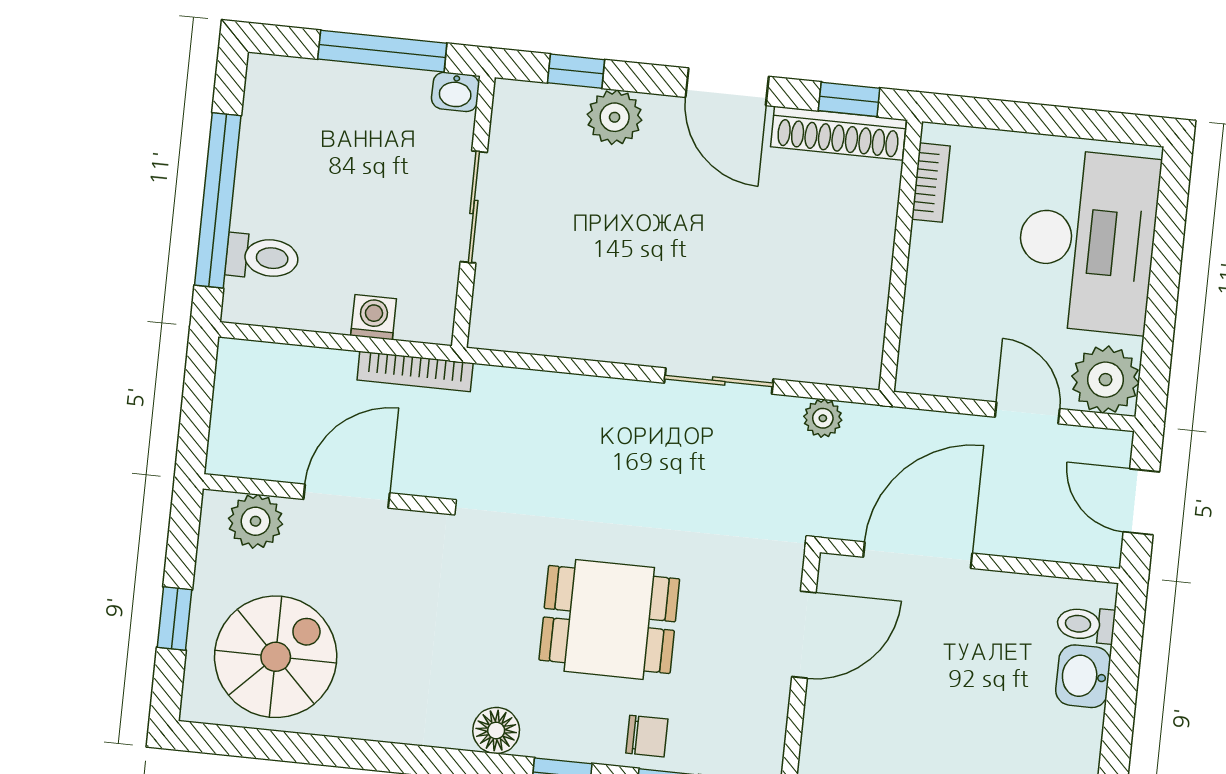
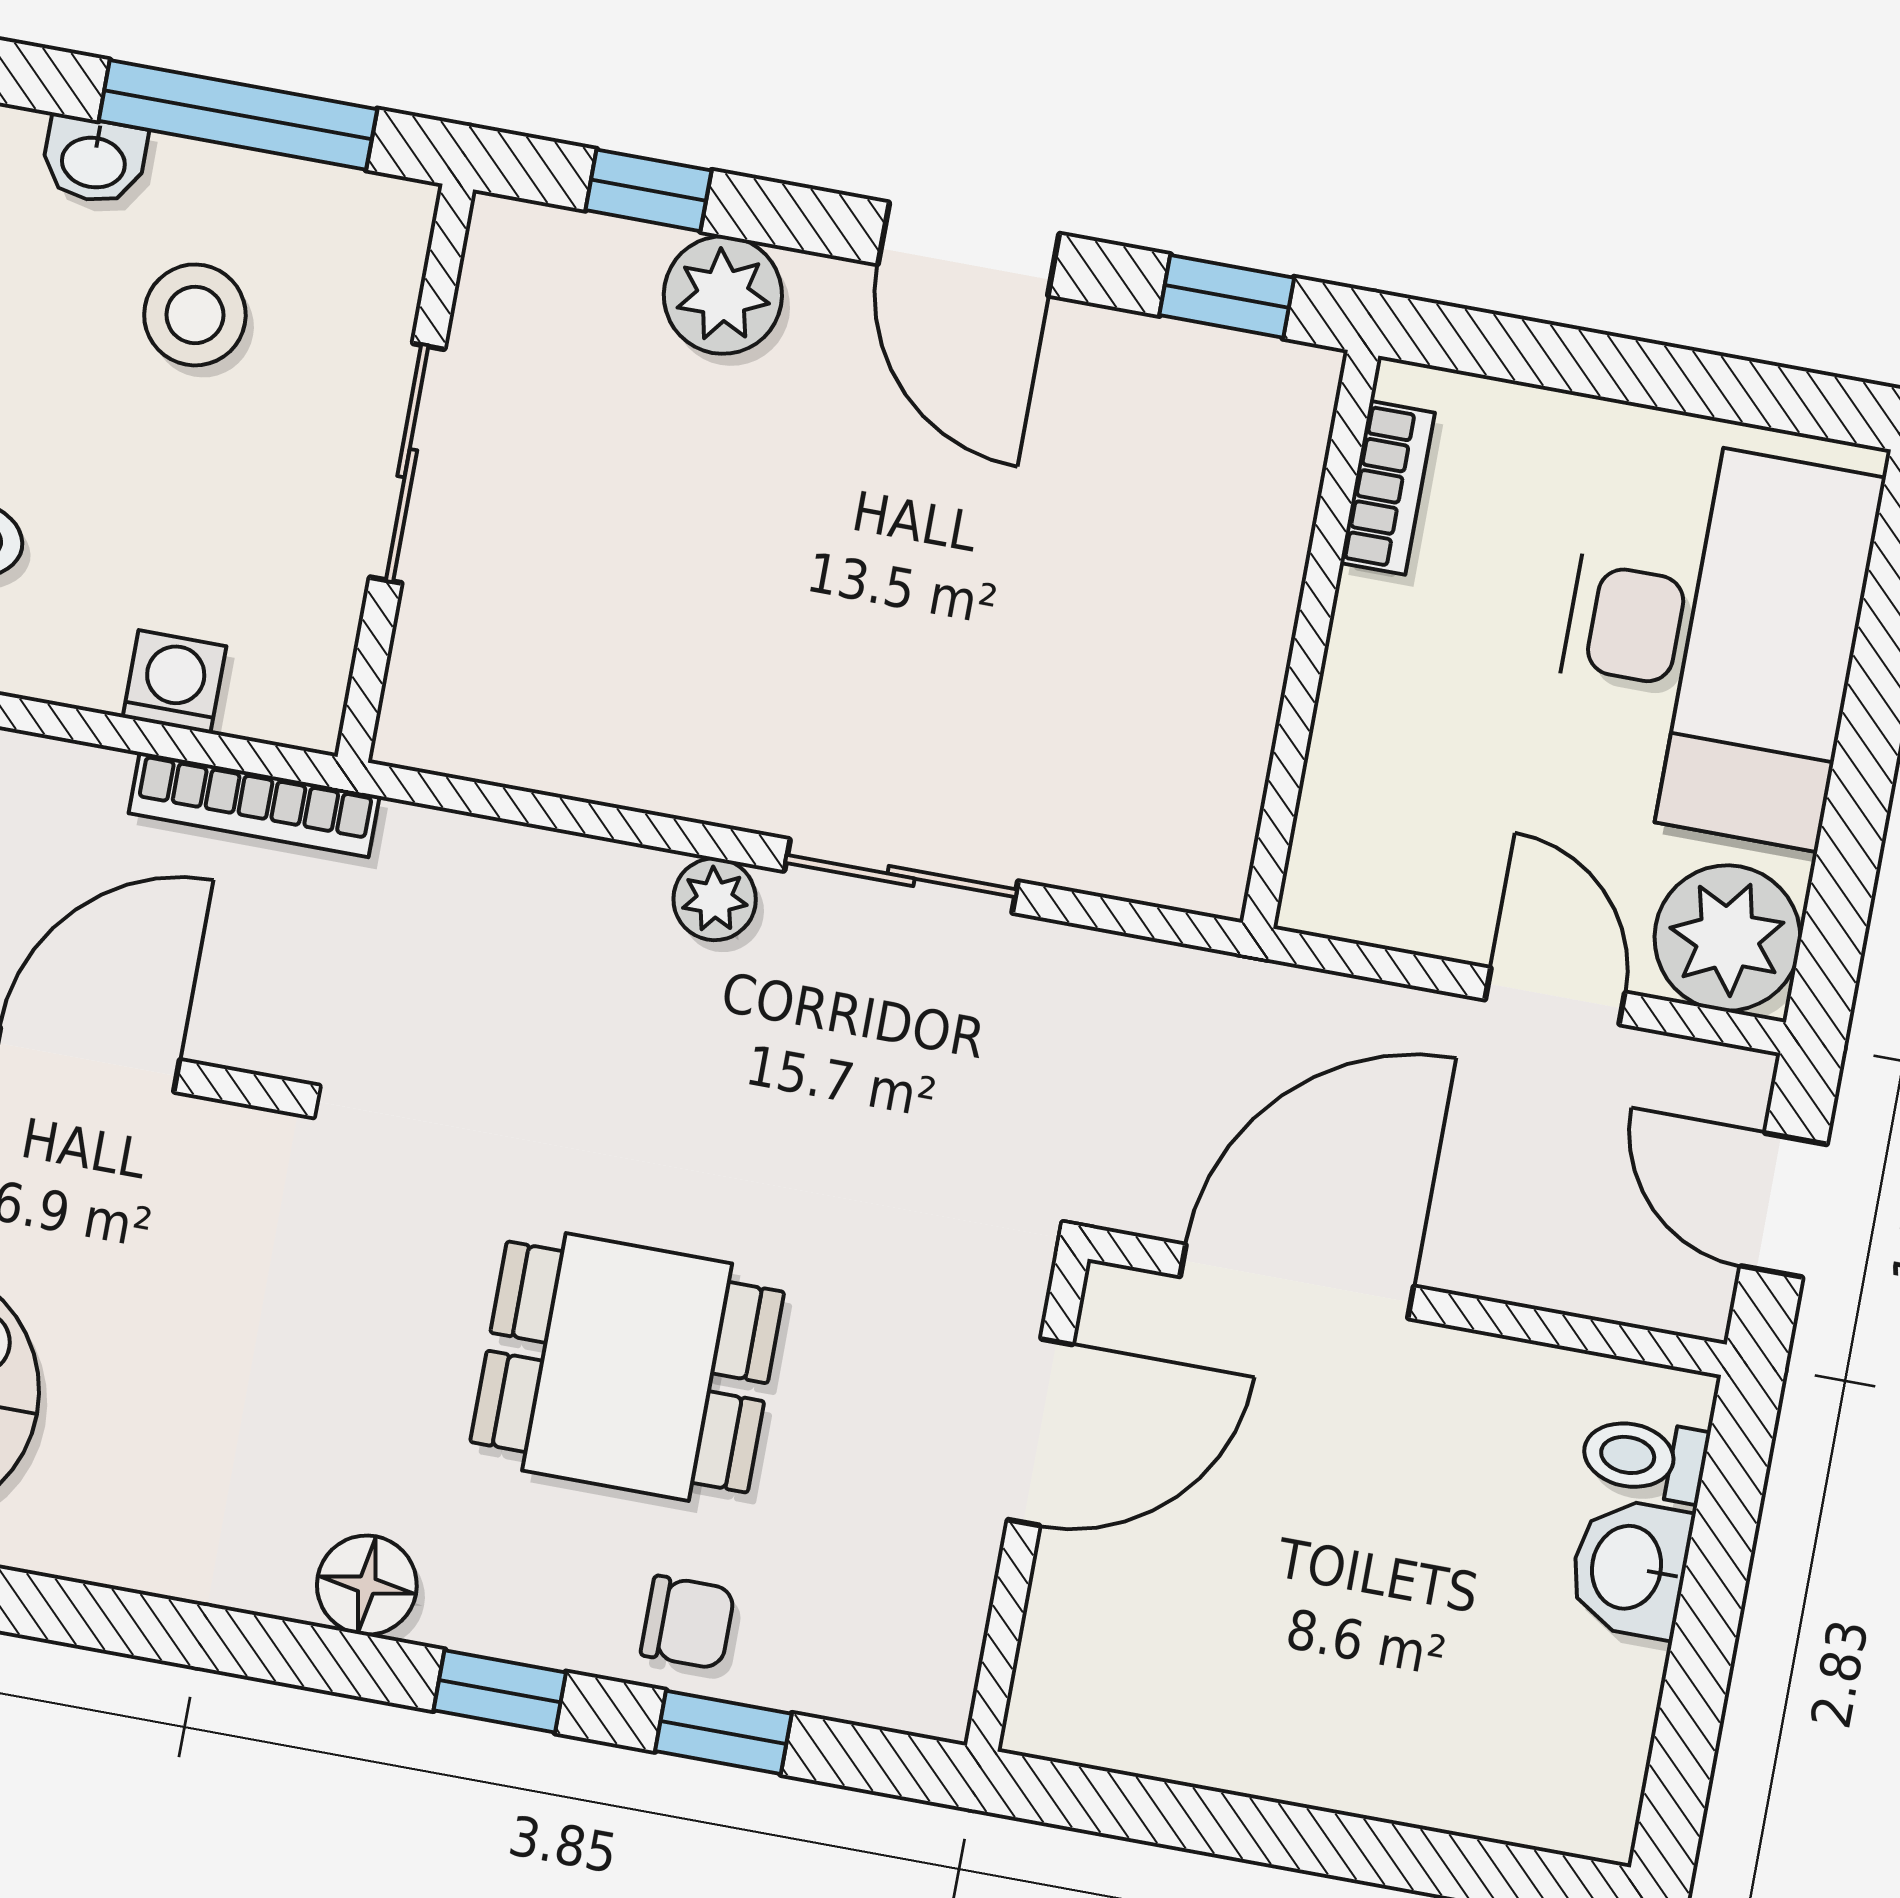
washbasin: (455, 92) -> (94, 160), moved
shoe rack: (838, 133) -> (1199, 367), removed
stool: (370, 146) -> (195, 315), added
plant: (823, 418) -> (715, 899), moved

